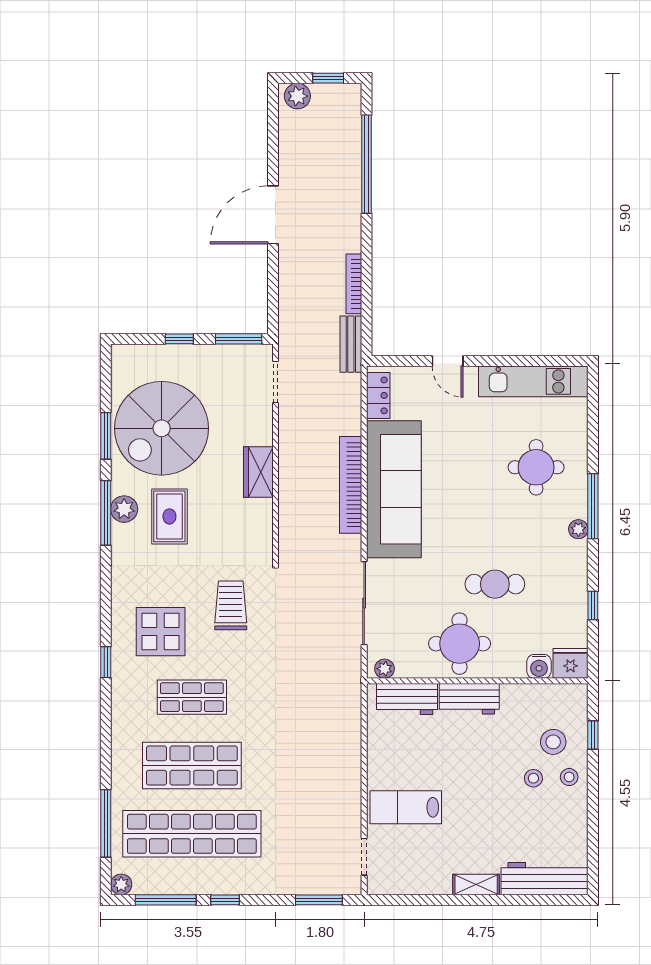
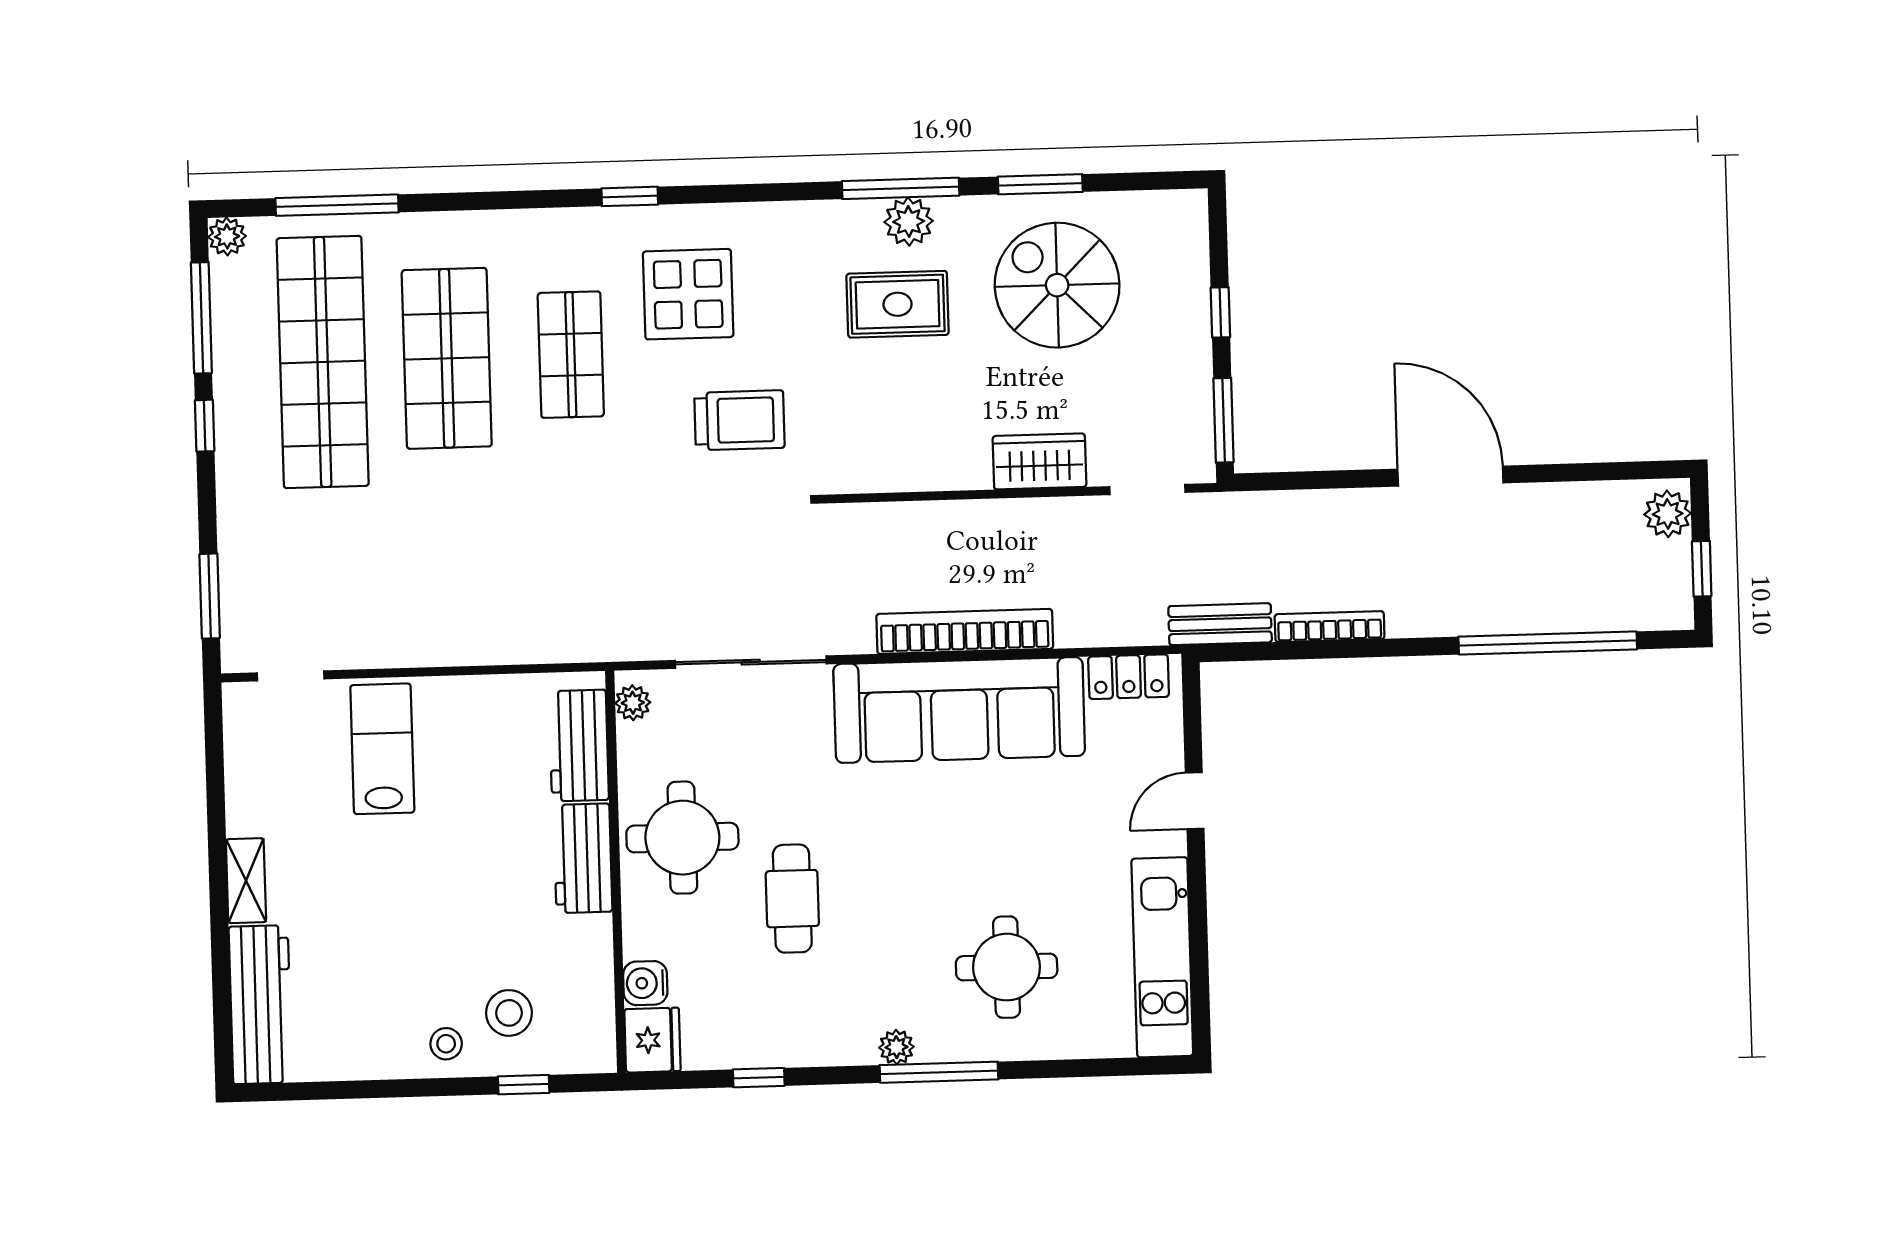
spiral stairs: (162, 428) -> (1057, 285), width x0.73, depth x0.73
wardrobe: (258, 472) -> (1039, 461), moved
stool: (533, 778) -> (442, 979), removed

